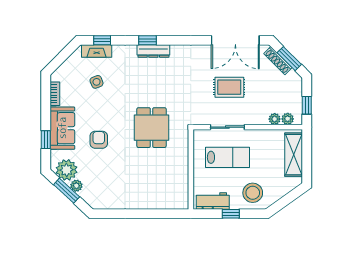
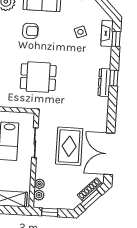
rug: (229, 87) -> (69, 146), width x1.36, depth x1.43

